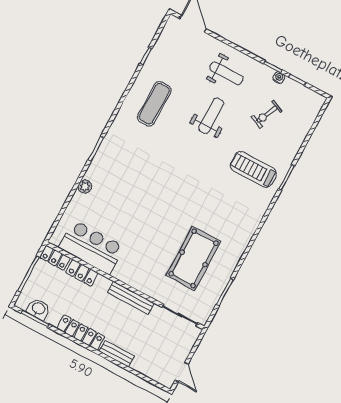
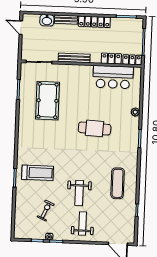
weight bench: (227, 73) -> (82, 223), turned 90
cafe table: (149, 191) -> (95, 128), added
washbasin: (38, 309) -> (47, 20), moved

